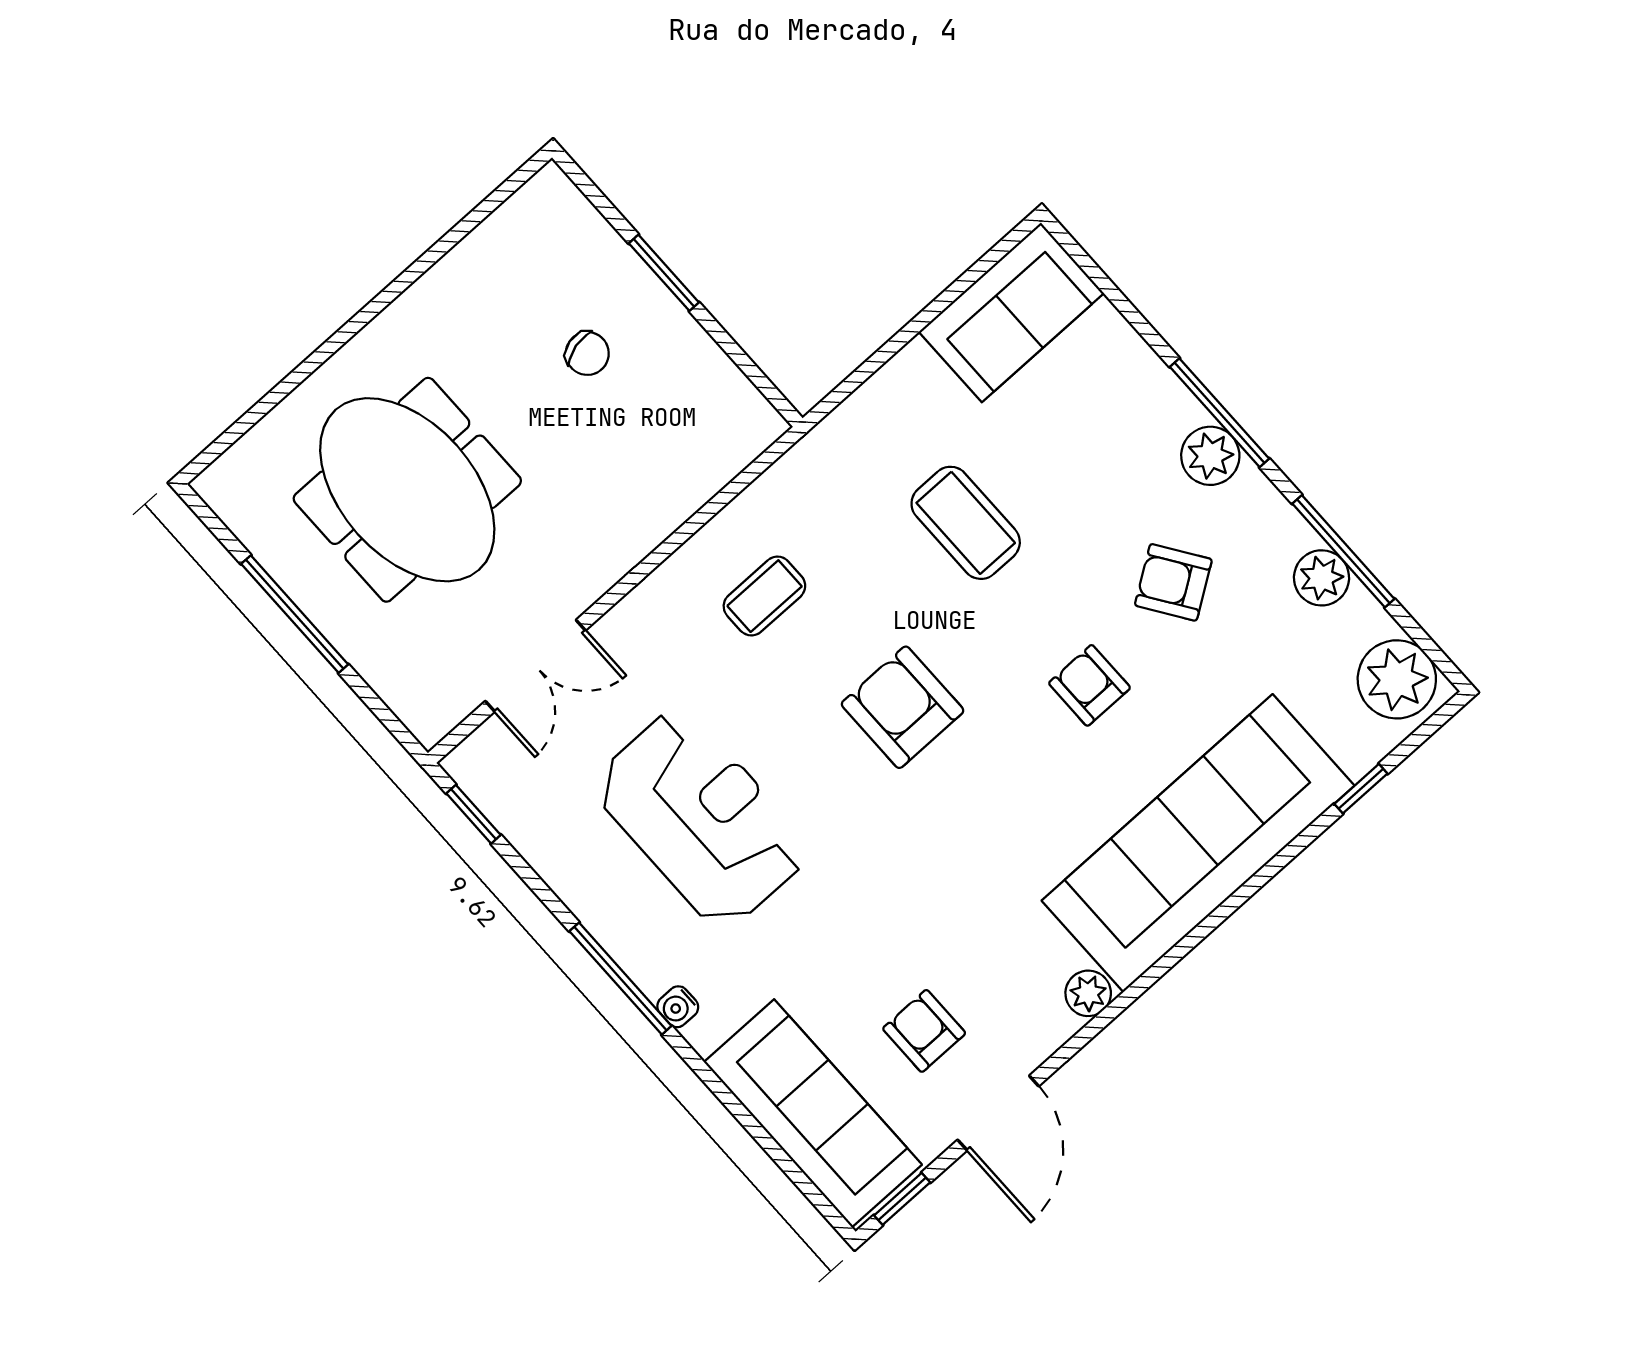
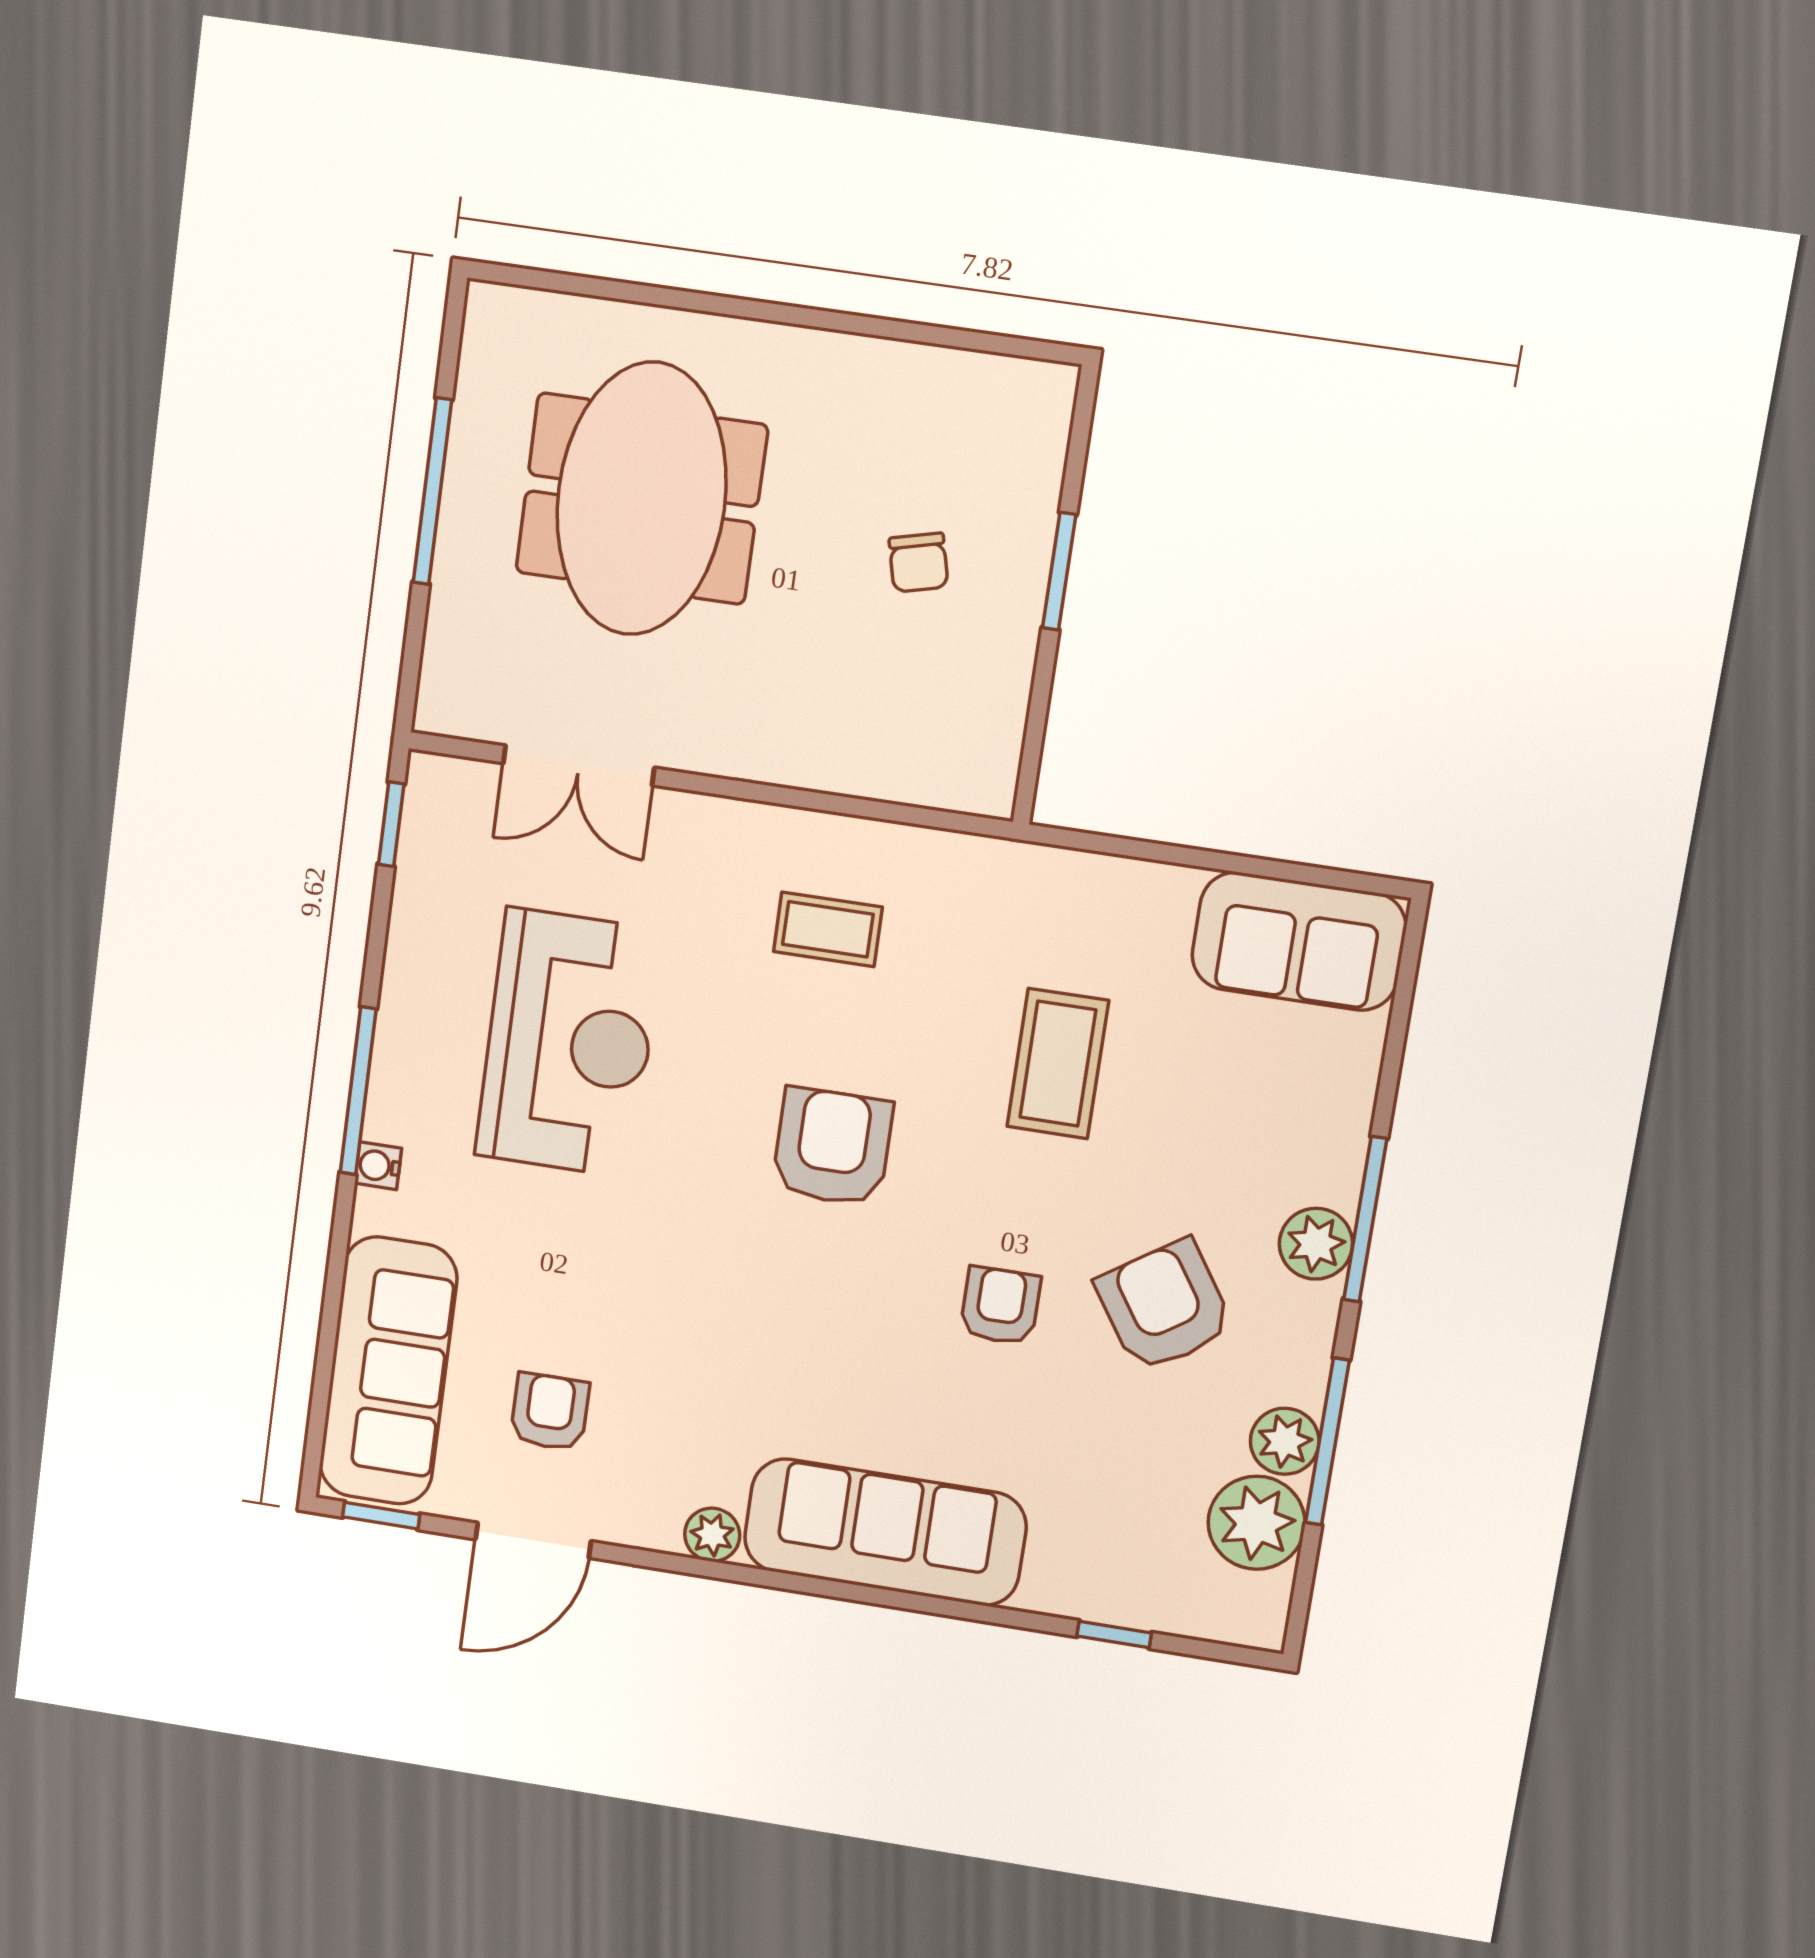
armchair: (1173, 582) -> (1164, 1306), width x1.38, depth x1.38
plant: (1397, 679) -> (1257, 1523), moved
sofa: (1198, 843) -> (885, 1532), width x0.74, depth x0.79

